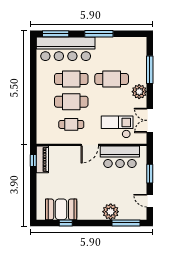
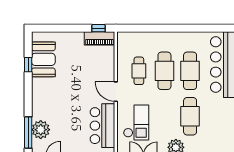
plant: (111, 212) -> (41, 130), moved

